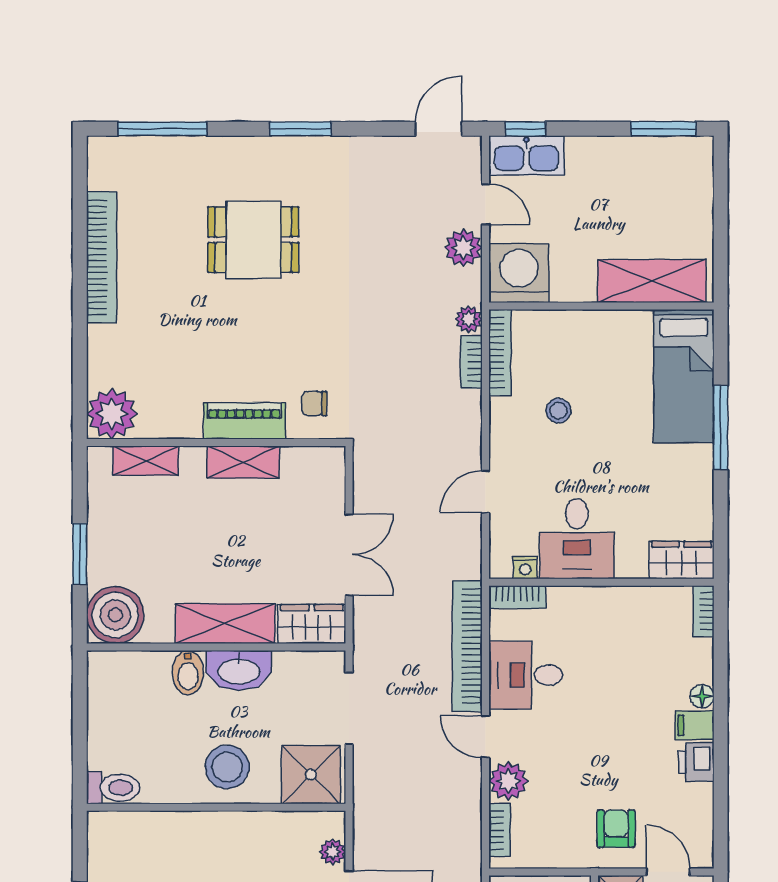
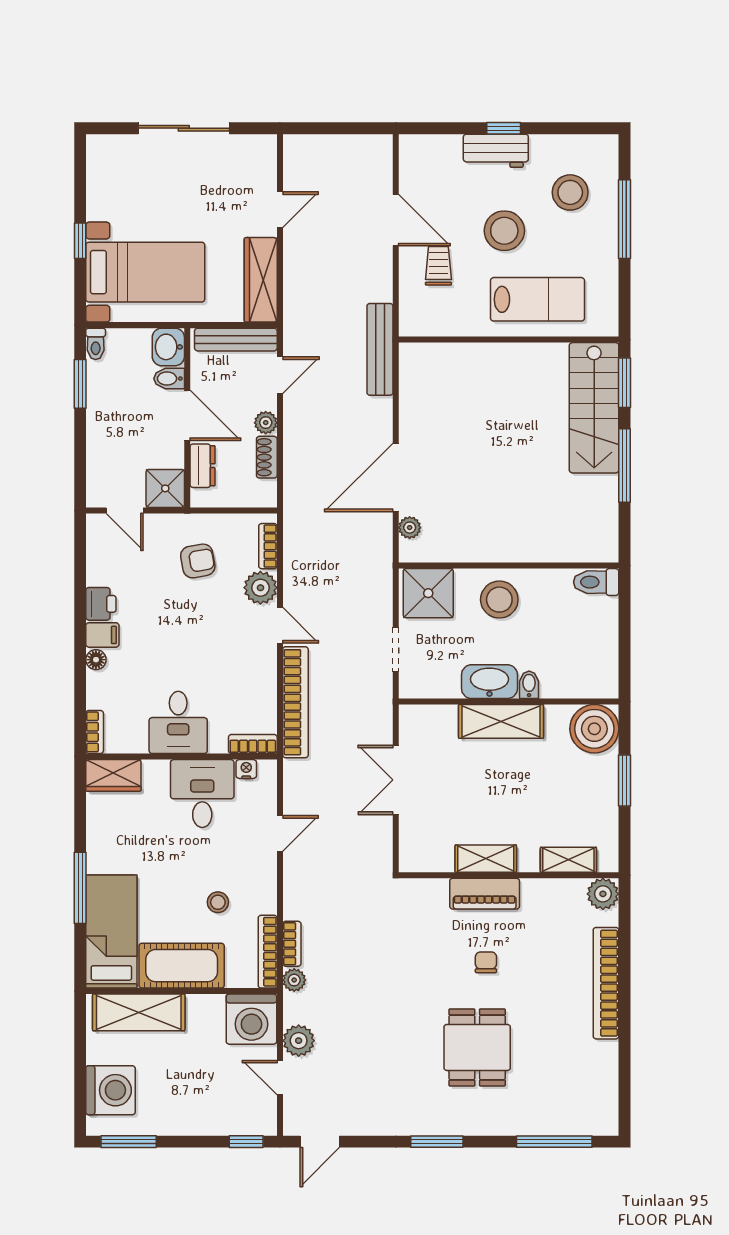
kitchen sink: (526, 155) -> (245, 1119), removed
washing machine: (685, 189) -> (111, 1090), added
dining table: (253, 240) -> (477, 1047), turned 90
bookcase: (102, 257) -> (606, 983), moved
cot: (601, 336) -> (182, 966), added
chair: (314, 404) -> (486, 962), moved, turned -90
plant: (112, 414) -> (603, 894), width x0.73, depth x0.73
wardrobe: (312, 624) -> (427, 721), removed
bidet: (188, 673) -> (529, 685), width x0.72, depth x0.74
desk: (526, 675) -> (178, 722), moved, turned 90
doorway: (349, 708) -> (396, 650), width x0.73
armchair: (616, 829) -> (198, 561), moved, turned -100

